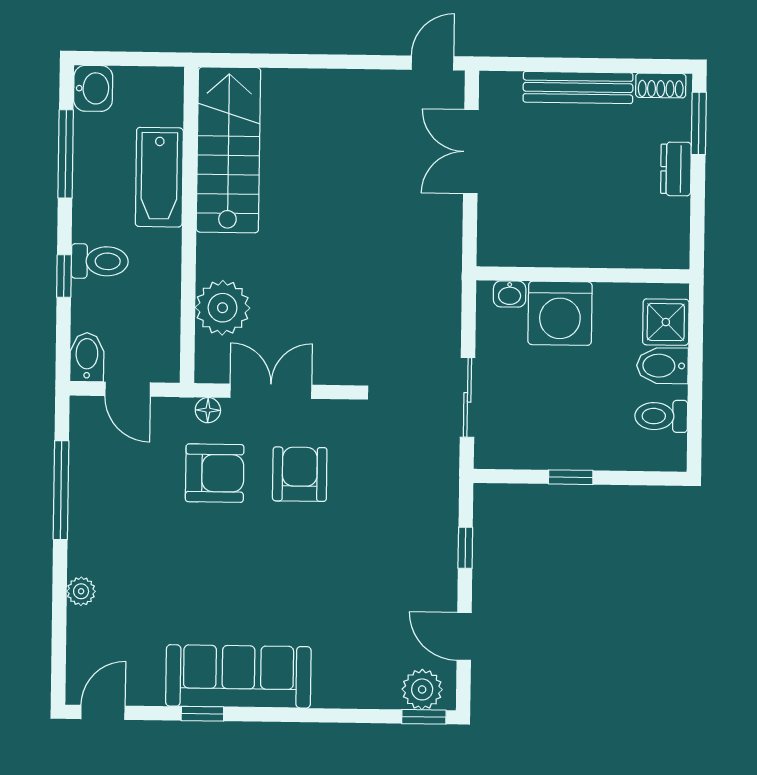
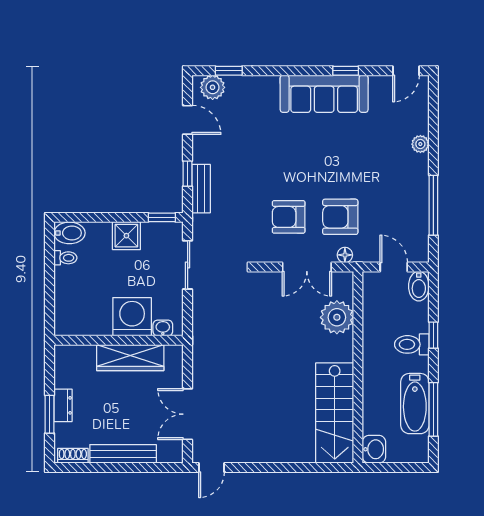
washbasin: (93, 88) -> (374, 449), moved, turned 180
window: (699, 123) -> (49, 414), moved
double door: (471, 152) -> (188, 414), swing flipped
bathtub: (159, 177) -> (415, 404), moved, turned 180
wardrobe: (564, 246) -> (130, 358), added
shower: (666, 322) -> (126, 236), moved
bidet: (662, 366) -> (69, 233), moved
toilet: (661, 416) -> (65, 258), width x0.73, depth x0.72
armchair: (300, 474) -> (289, 217), turned 90
window: (571, 477) -> (162, 217), moved
bench: (443, 523) -> (201, 189), added
window: (424, 717) -> (229, 71), moved

